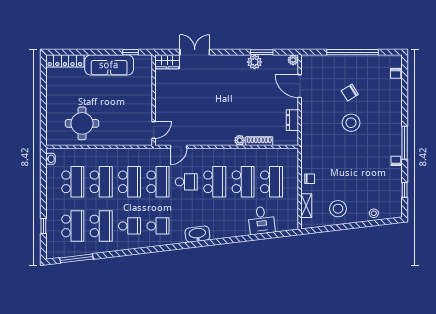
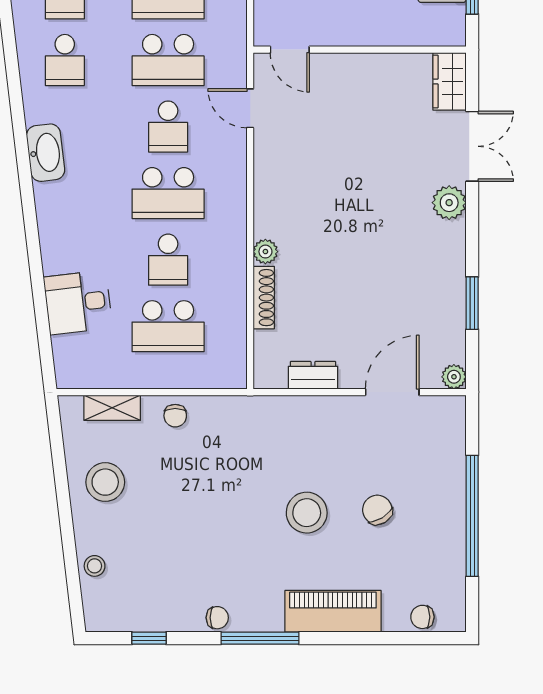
plant: (255, 62) -> (449, 203), moved
piano: (393, 111) -> (333, 611), added
school desk: (243, 182) -> (168, 260), width x0.54

